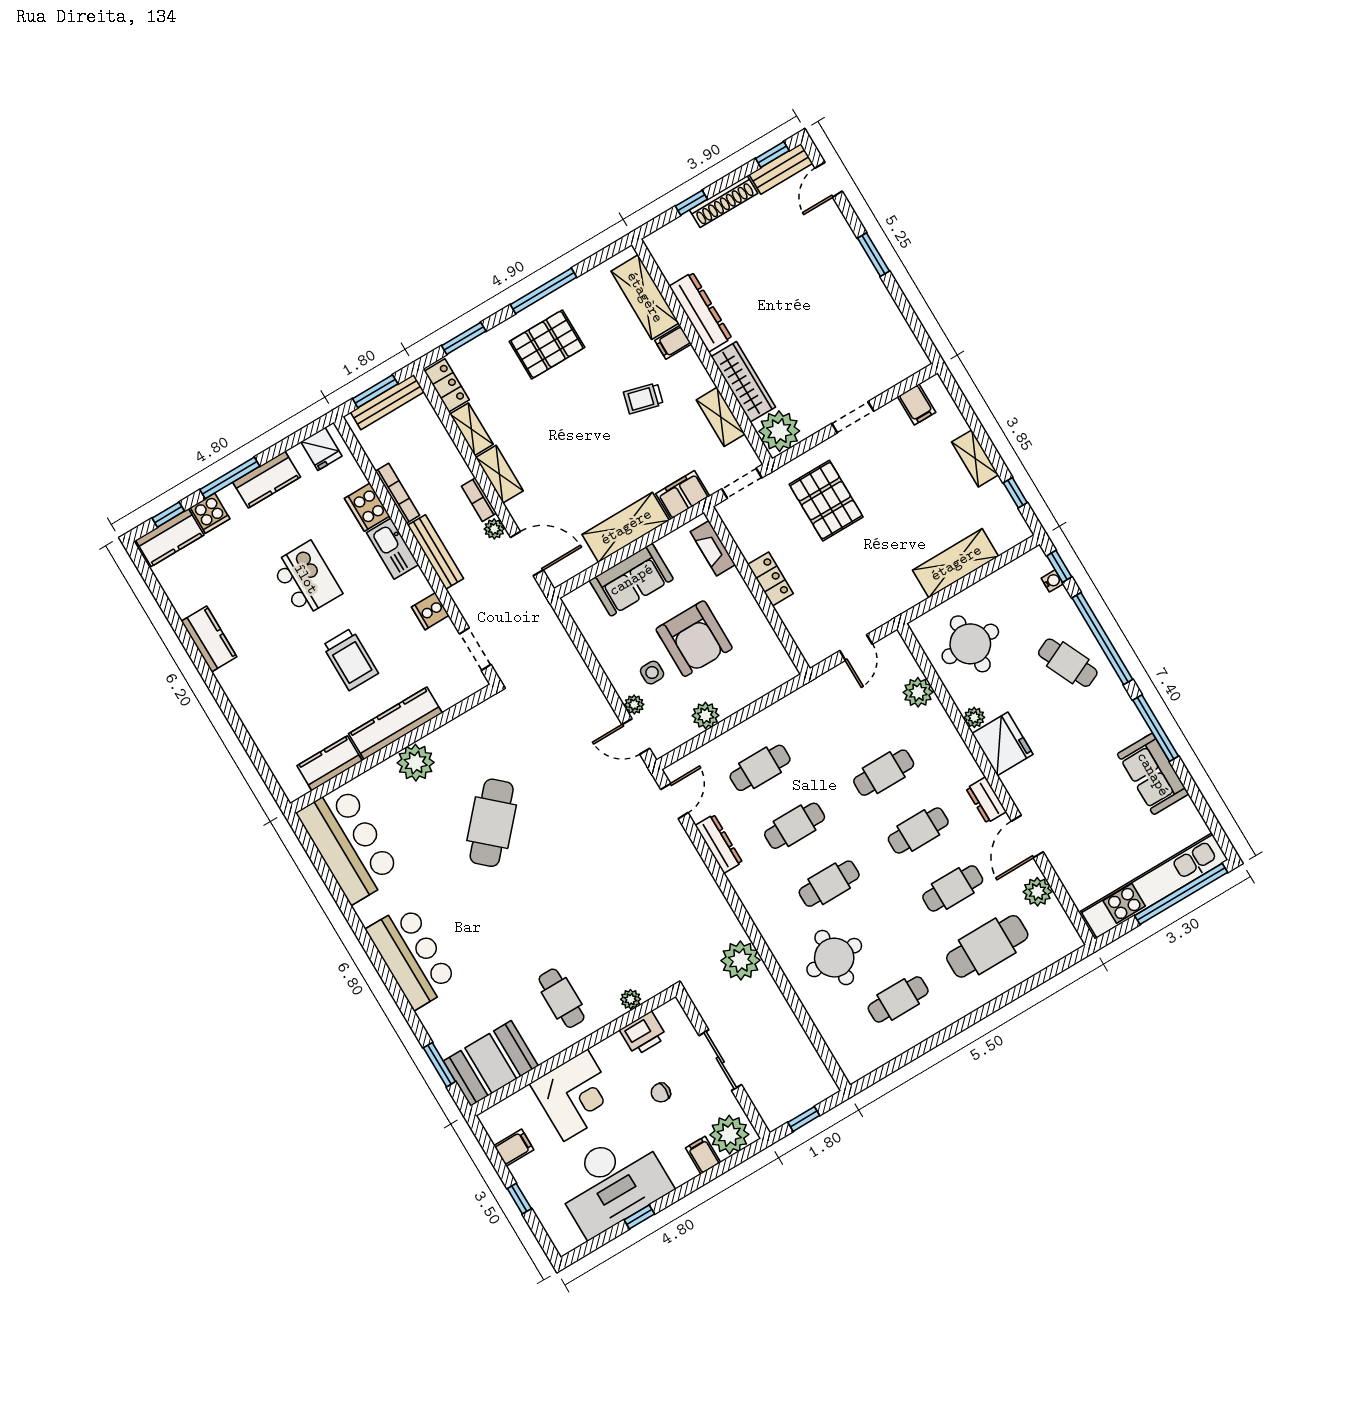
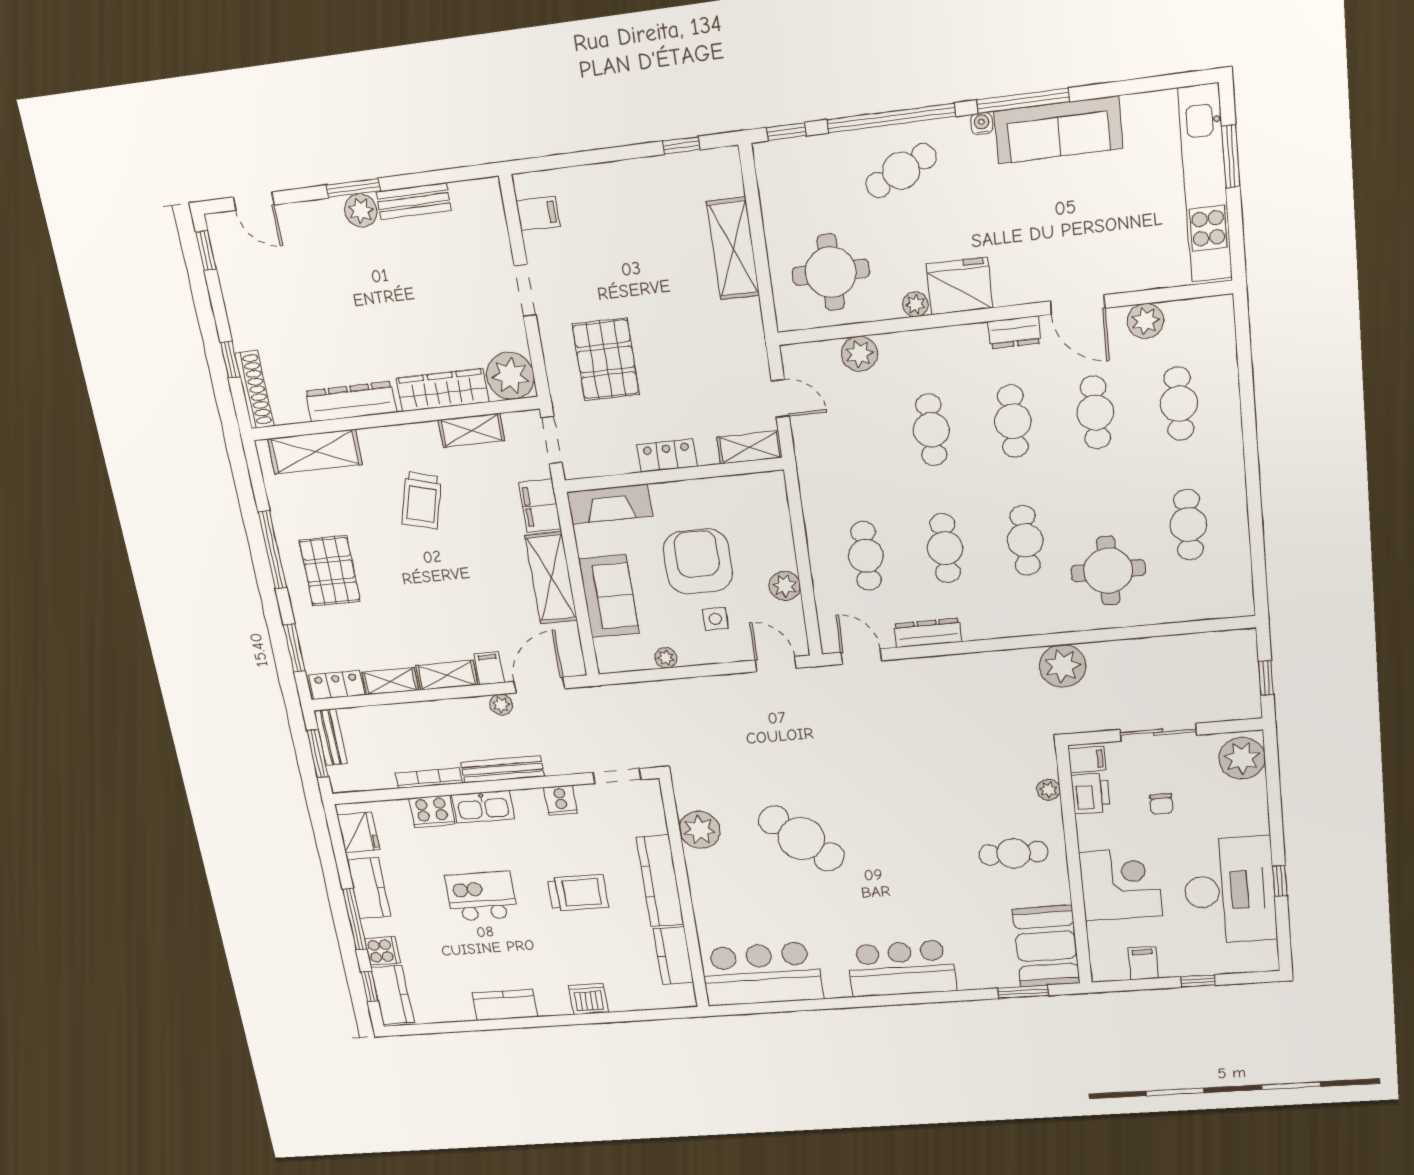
bench: (781, 169) -> (414, 201), moved, turned 90
shoe rack: (724, 202) -> (254, 390), moved
plant: (858, 266) -> (361, 210), added
filing cabinet: (673, 342) -> (489, 668), moved, turned 180
trolley: (643, 398) -> (422, 500), width x1.36, depth x1.39
bench: (387, 402) -> (331, 737), width x0.73
fridge: (321, 449) -> (358, 832), width x1.38
shelving: (975, 458) -> (750, 447), moved
bookcase: (479, 500) -> (465, 706), removed
pallet: (826, 501) -> (606, 359), turned 90
fireplace: (713, 548) -> (610, 504), width x1.37, depth x1.32
water cooler: (1052, 581) -> (982, 124), moved
armchair: (694, 639) -> (698, 561), turned -90
plant: (634, 705) -> (666, 658), moved
dishwasher: (251, 708) -> (589, 999), added
door: (636, 737) -> (776, 664), swing flipped
plant: (416, 763) -> (700, 830), moved
sofa: (1153, 774) -> (1058, 130), width x1.36
window: (1181, 894) -> (1231, 156), width x0.47
cafe table: (987, 946) -> (1179, 404), width x0.73, depth x0.74
filing cabinet: (703, 1155) -> (1087, 760), moved, turned 180

